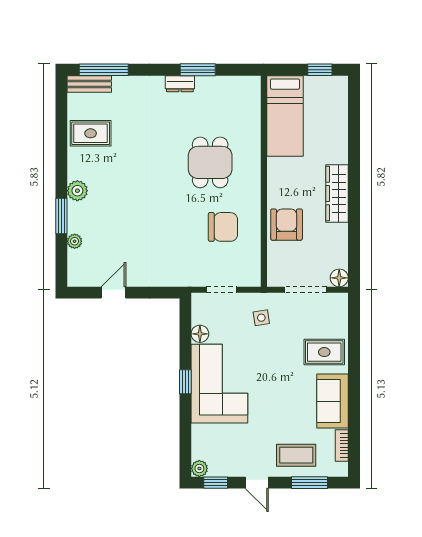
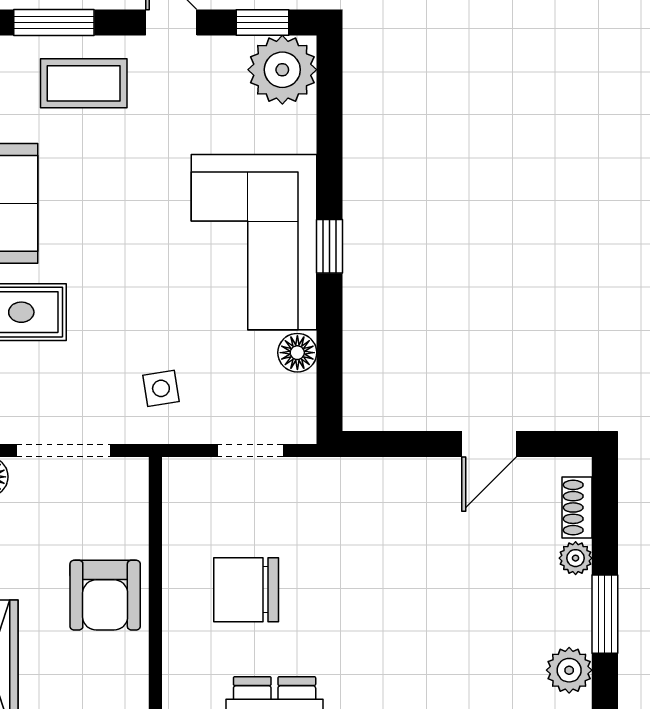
shoe rack: (74, 264) -> (577, 507), added
plant: (199, 468) -> (282, 70), width x1.88, depth x1.88

